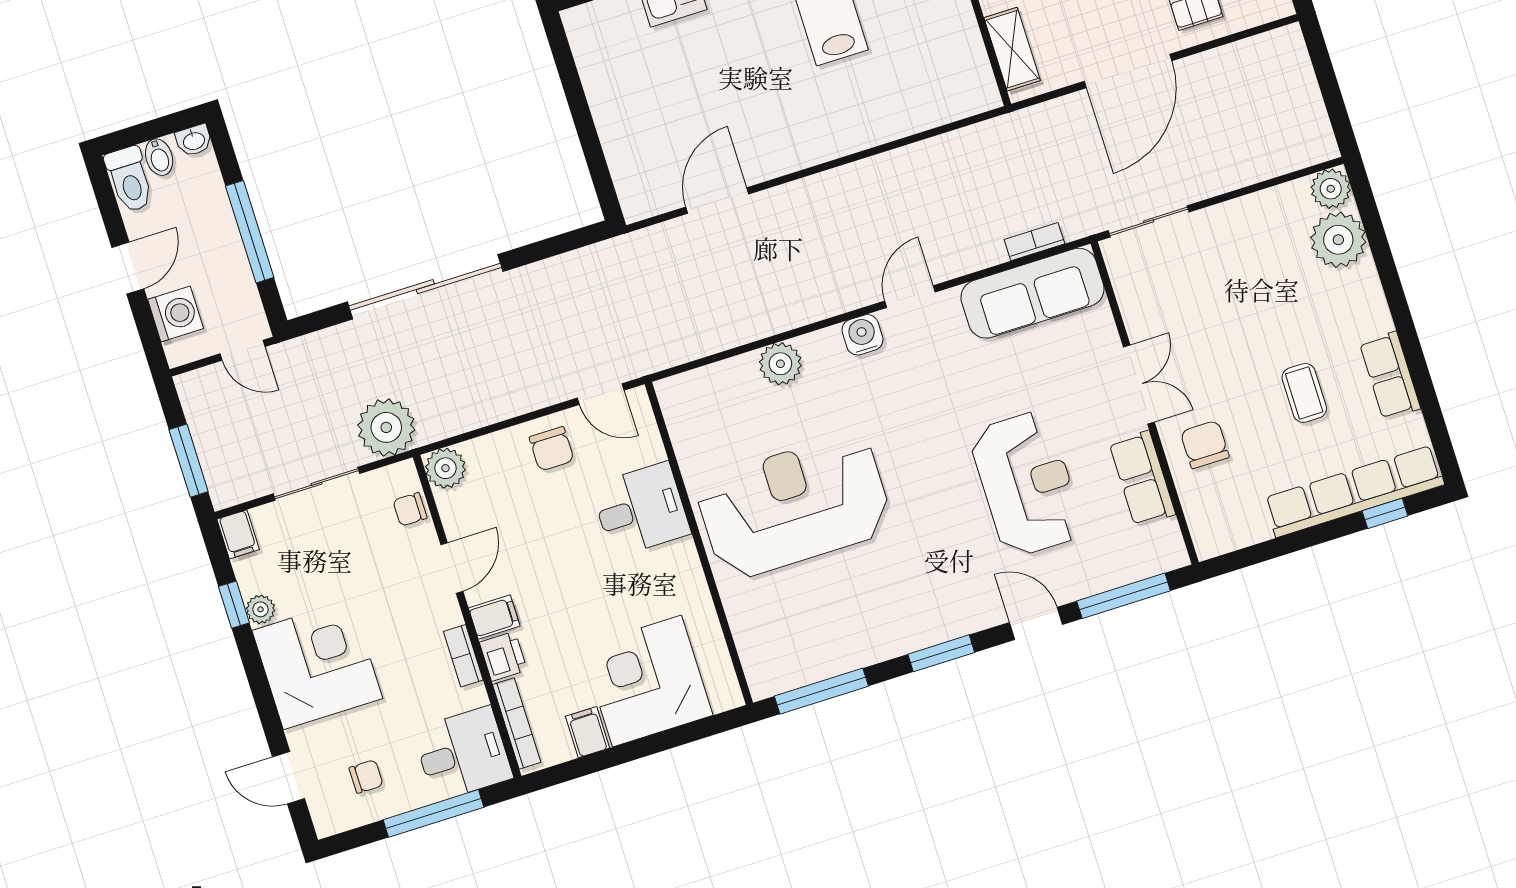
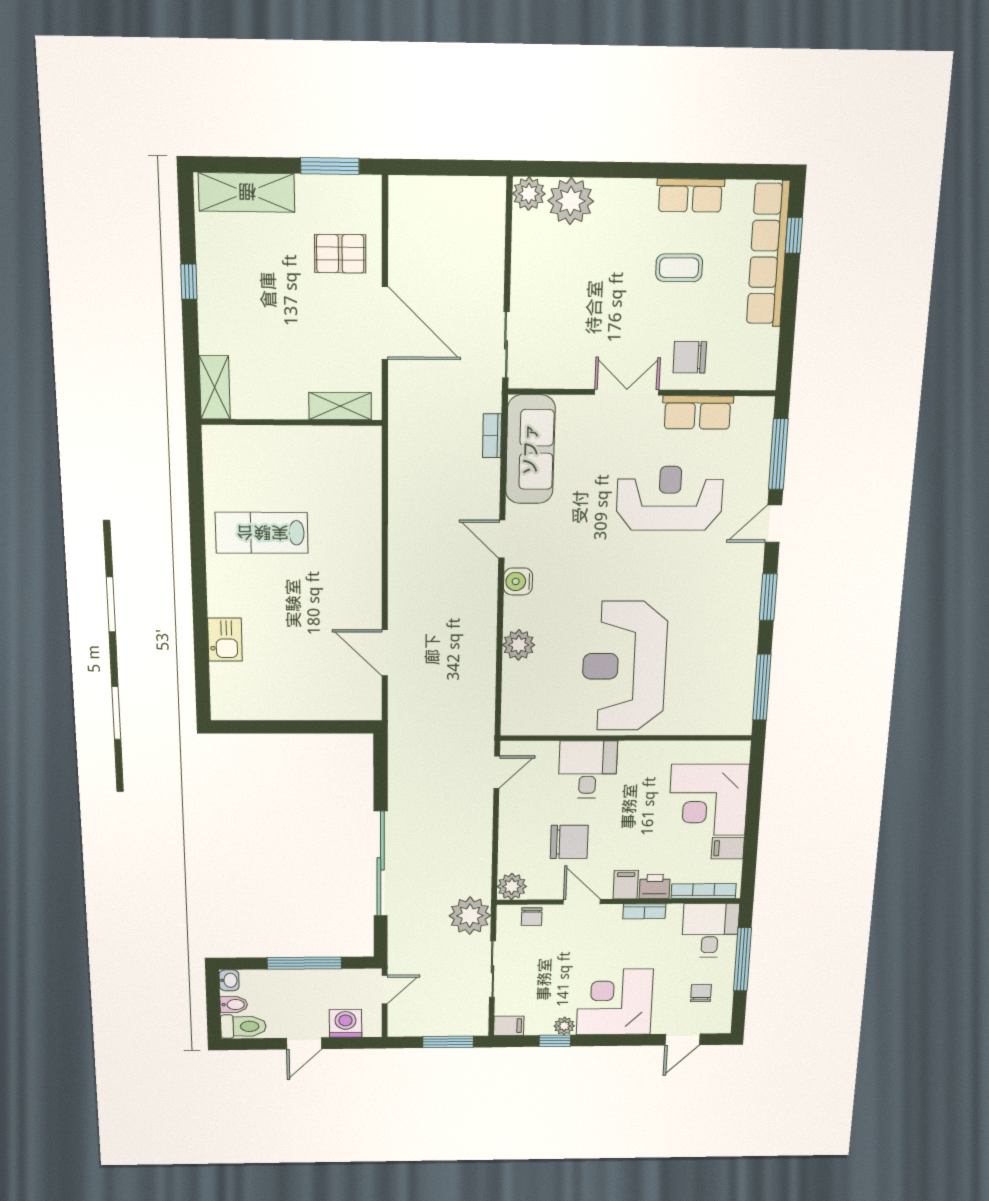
door: (128, 268) -> (304, 1043), swing flipped
chair: (552, 449) -> (569, 842), moved, width x1.37, depth x1.37

